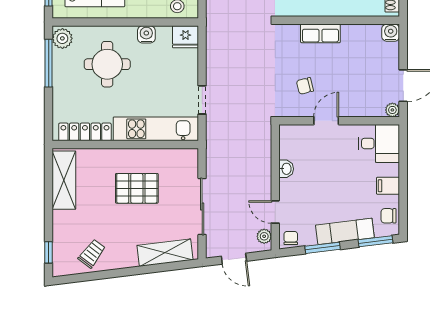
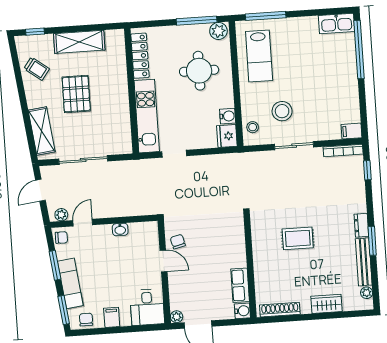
row of seats: (320, 33) -> (240, 285), moved
water cooler: (146, 34) -> (228, 116), moved
chair: (305, 86) -> (178, 242), moved
shelving: (64, 180) -> (79, 42), moved
pallet: (137, 188) -> (76, 94), moved

